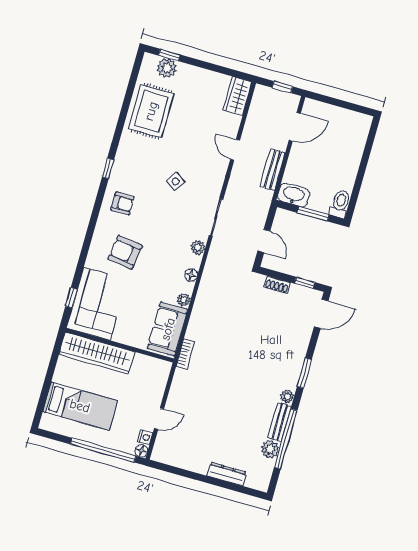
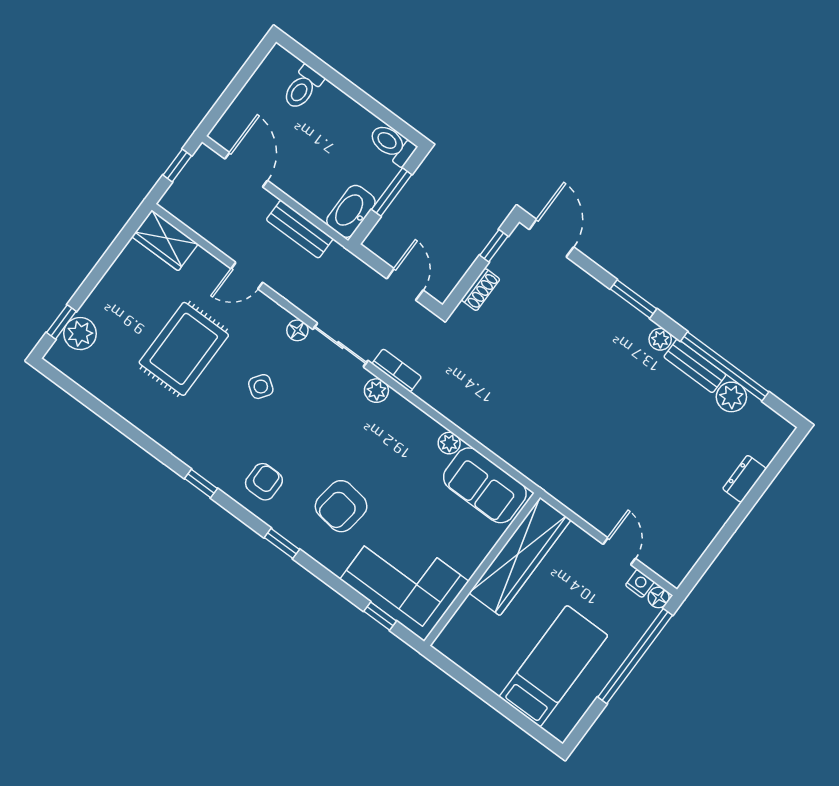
rug: (151, 111) -> (184, 349), moved, turned 90
toilet: (353, 141) -> (303, 88), added
window: (91, 227) -> (282, 543), added
door: (264, 241) -> (405, 284), hinge flipped
floor lamp: (191, 275) -> (297, 330), moved
wardrobe: (97, 353) -> (520, 556), moved
bookcase: (186, 354) -> (397, 370), moved
dresser: (227, 474) -> (744, 479), width x0.70

